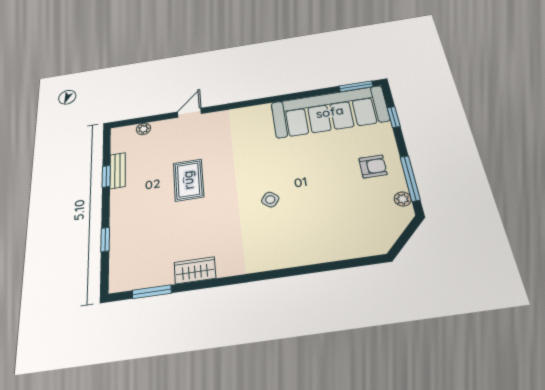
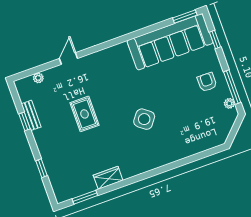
armchair: (373, 166) -> (207, 82), turned -90
side table: (270, 200) -> (144, 119), width x1.87, depth x1.87

